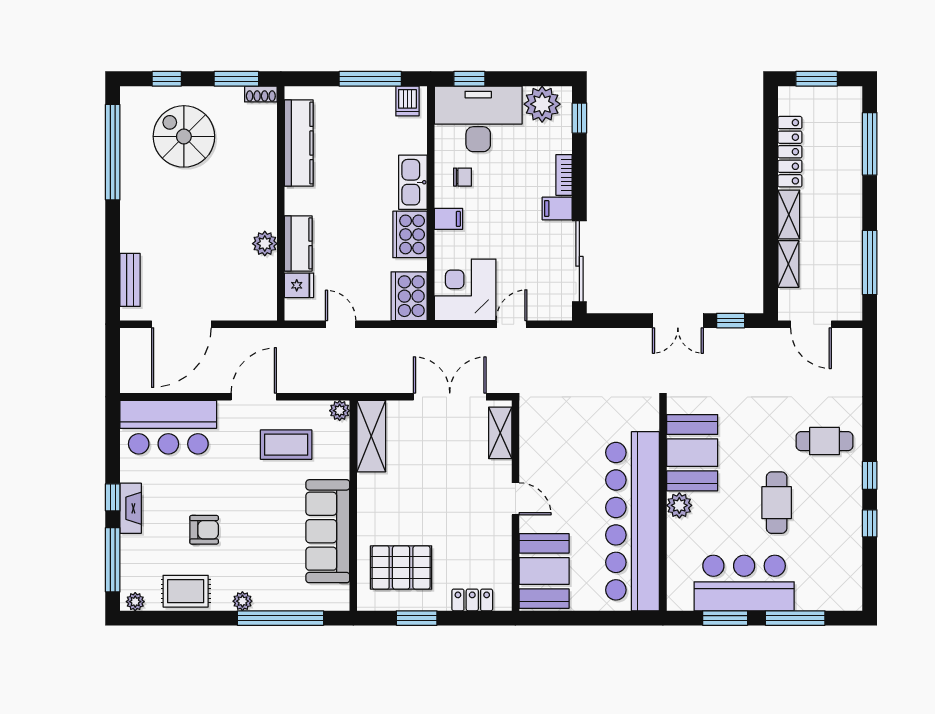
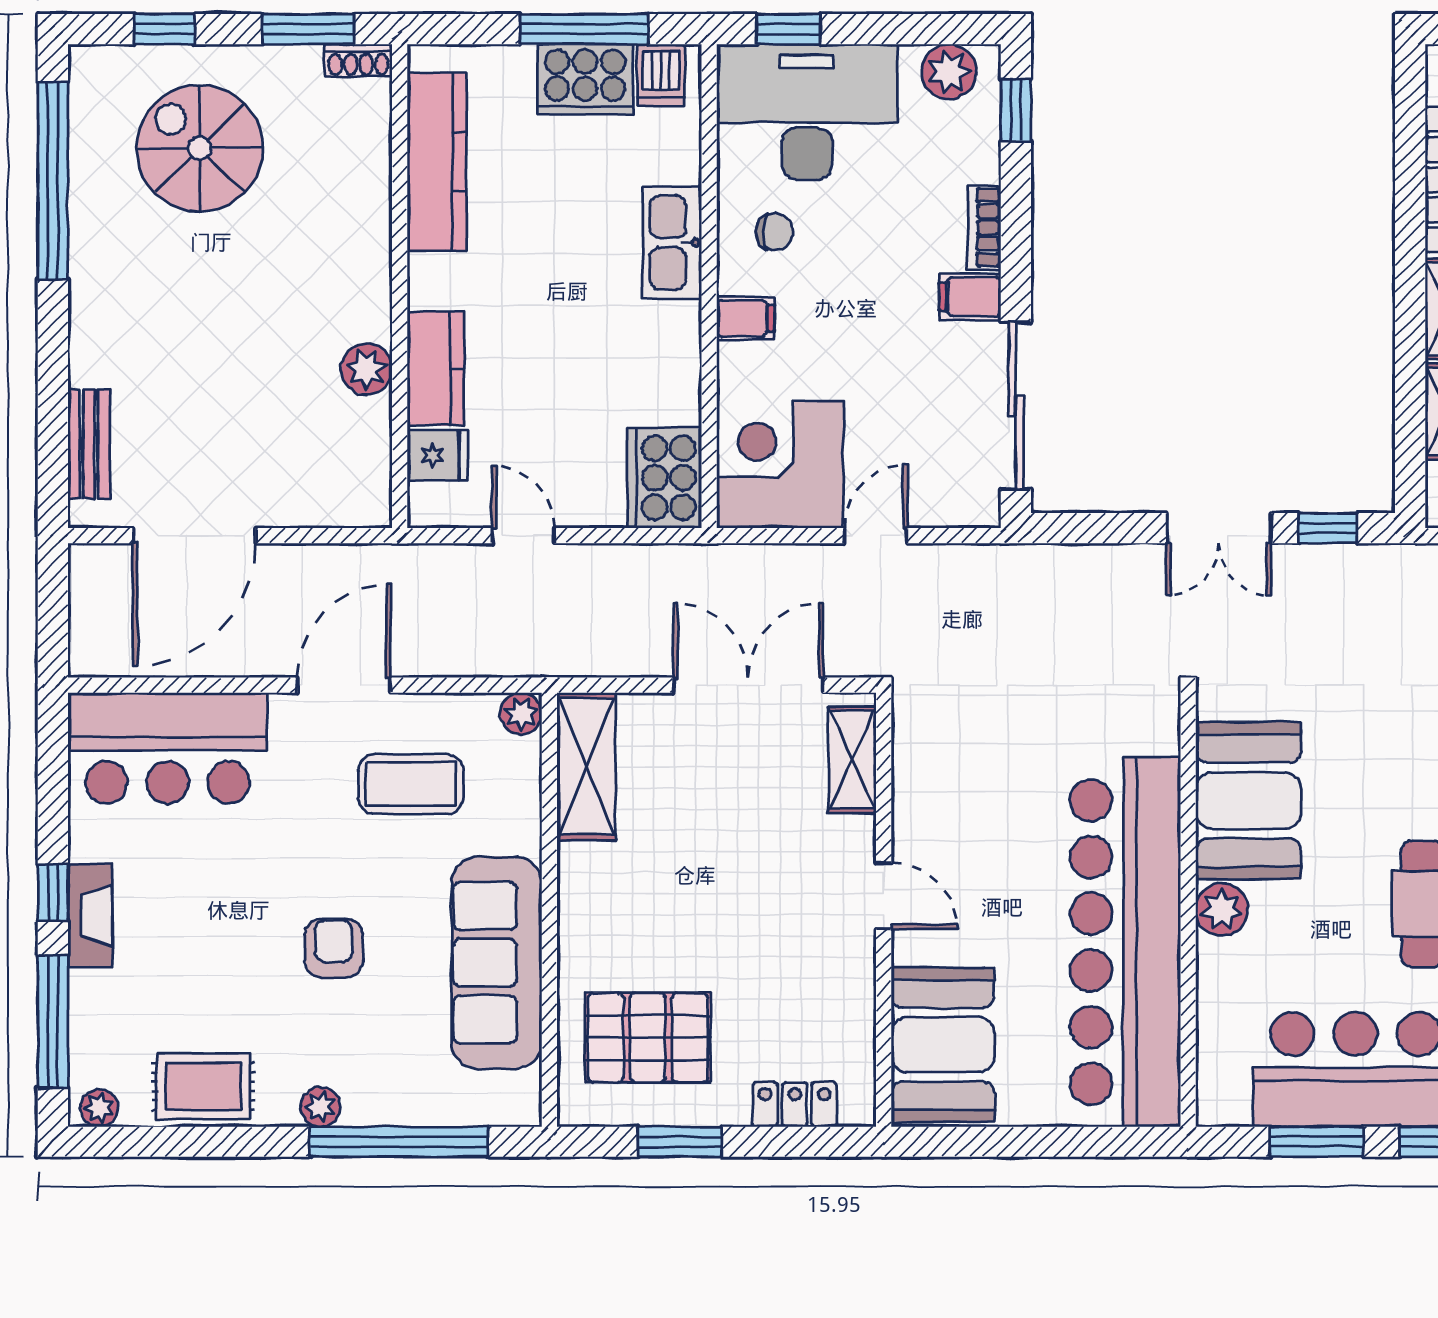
plant: (542, 104) -> (949, 72), width x0.73, depth x0.73
cooker: (410, 234) -> (585, 79), moved, turned -90
armchair: (204, 530) -> (334, 948), moved, turned -90

